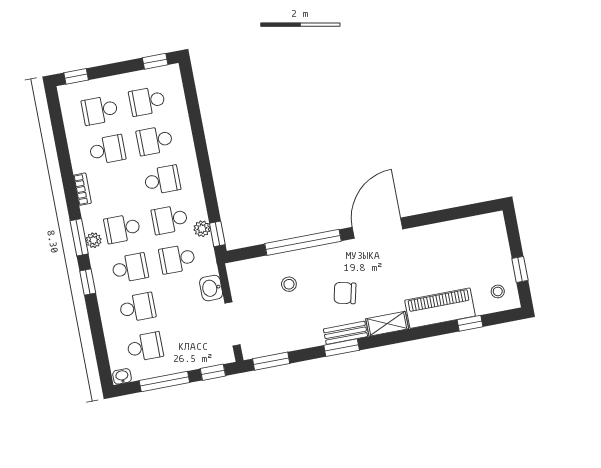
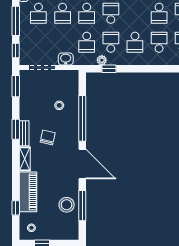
window: (446, 215) -> (82, 206), added
window: (217, 234) -> (109, 69), moved
stool: (449, 241) -> (67, 205), added
school desk: (177, 259) -> (87, 42), turned 180

